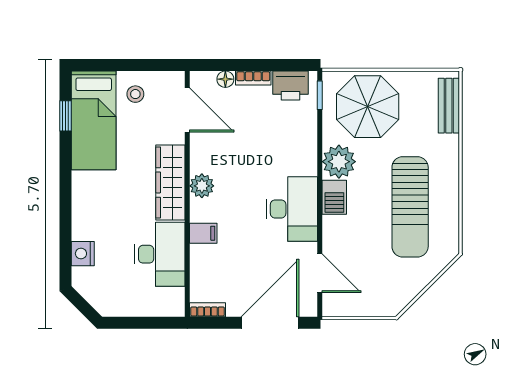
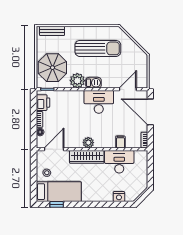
filing cabinet: (203, 233) -> (120, 142), moved

